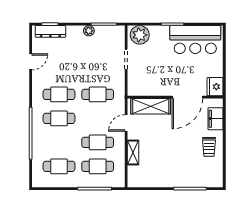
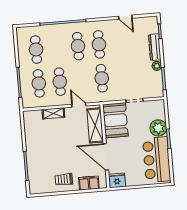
dresser: (50, 31) -> (155, 47), moved
plant: (140, 35) -> (158, 128), moved
booth: (147, 83) -> (115, 120), added

